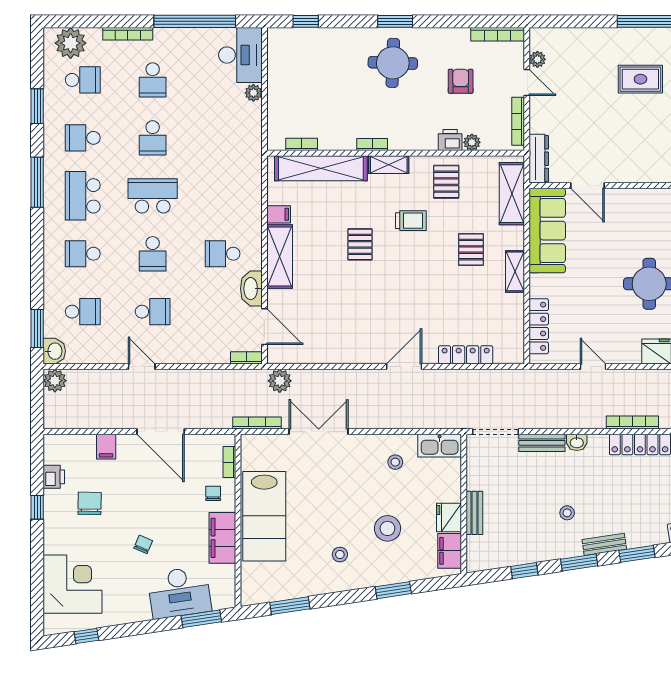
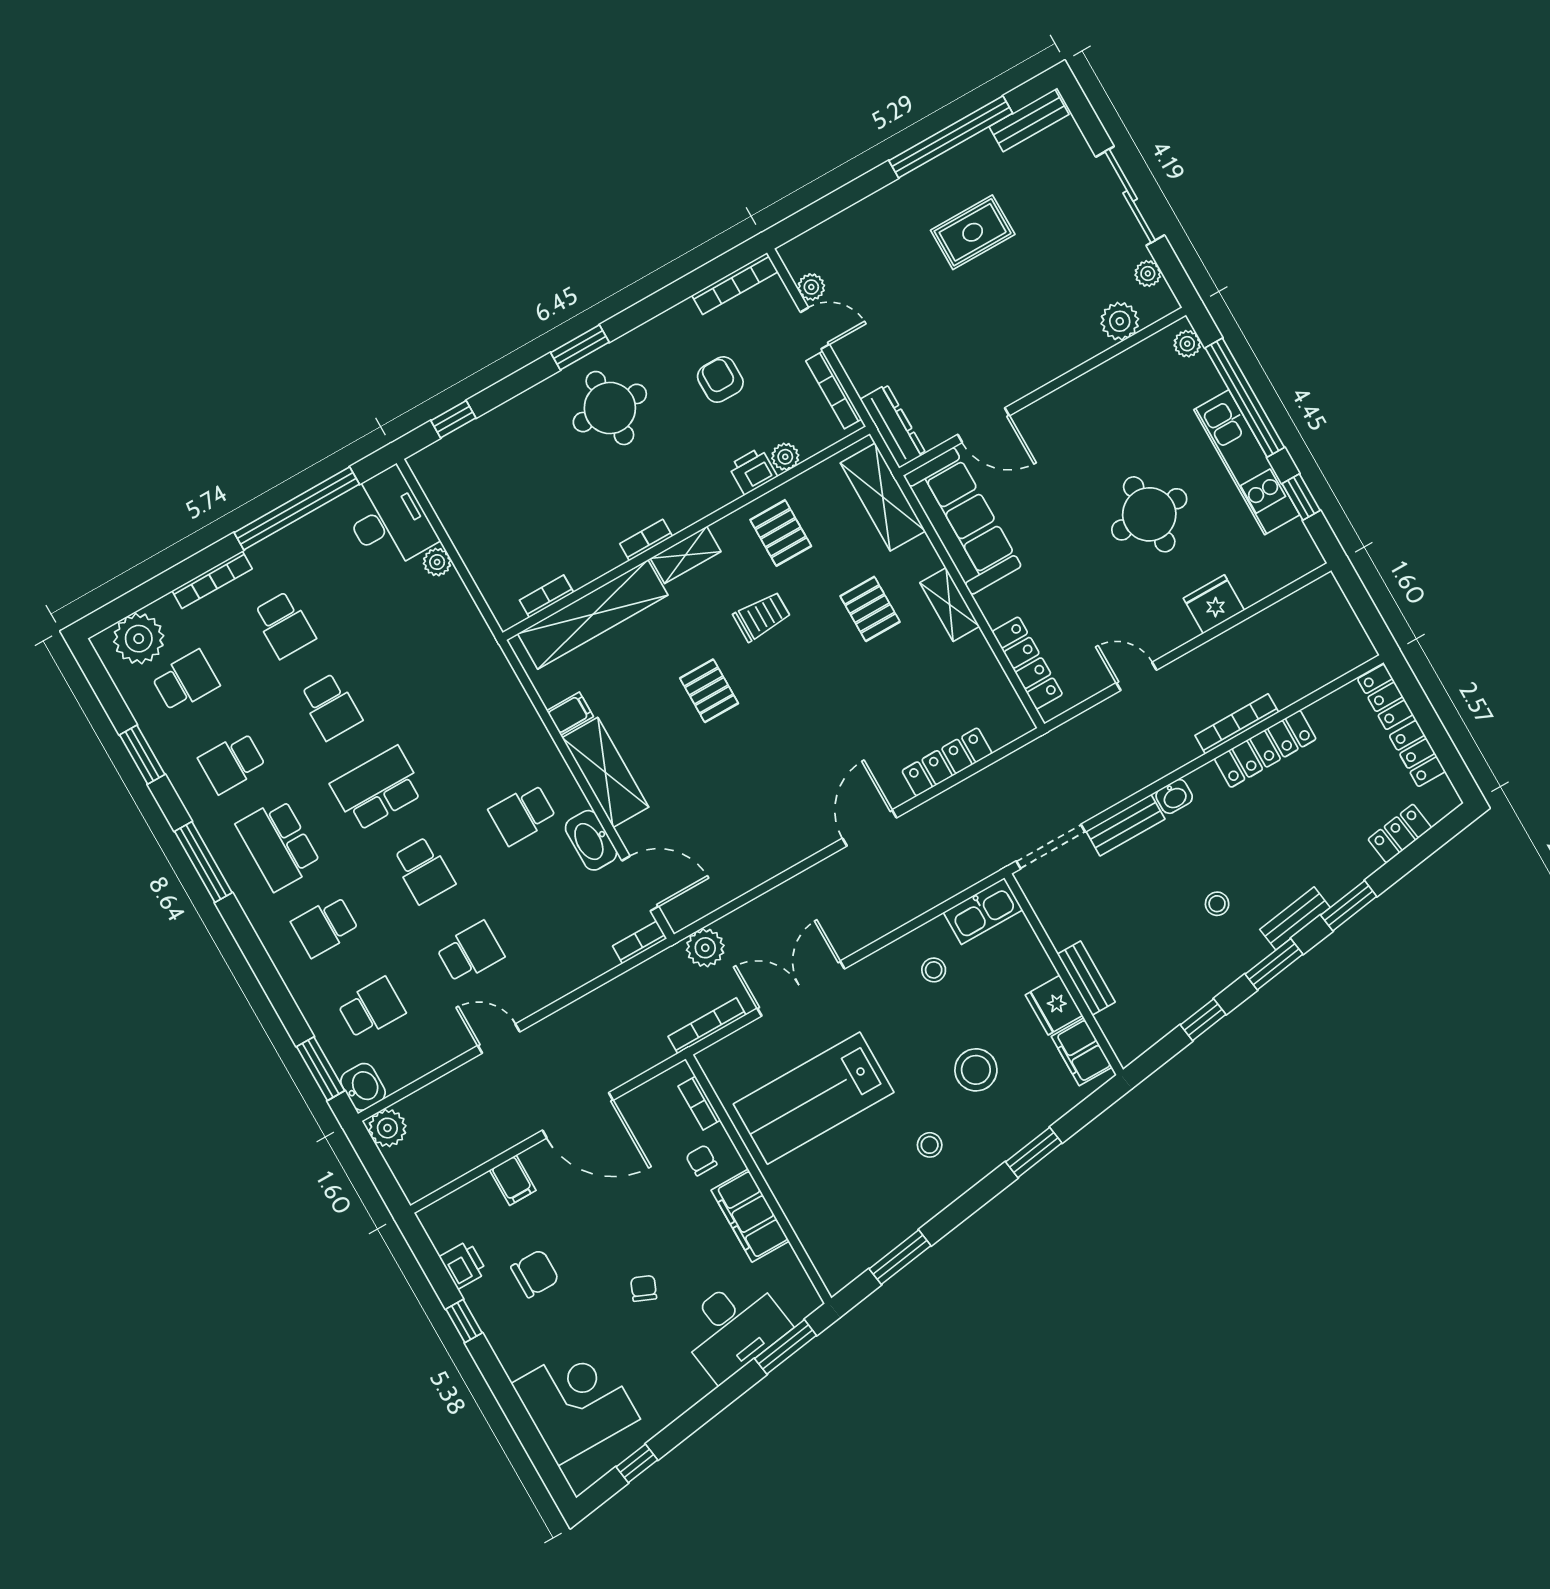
chair: (90, 503) -> (535, 1274), turned 89
lab bench: (264, 516) -> (814, 1098), moved, turned 90

